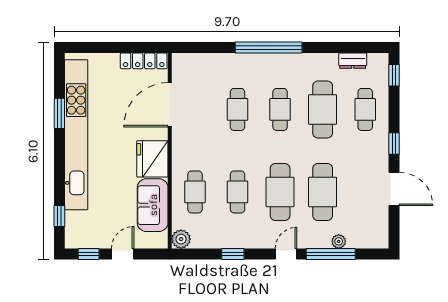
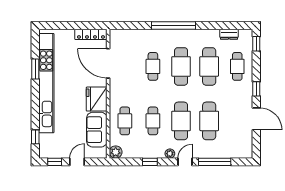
door: (170, 105) -> (108, 63), hinge flipped
cafe table: (280, 109) -> (181, 66), width x1.37, depth x1.35
plant: (339, 241) -> (170, 154), moved

